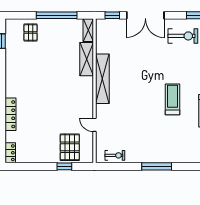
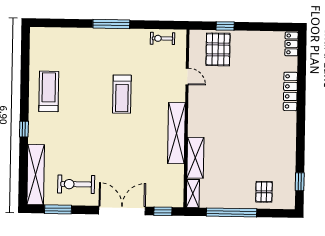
treadmill: (173, 99) -> (122, 94), moved

